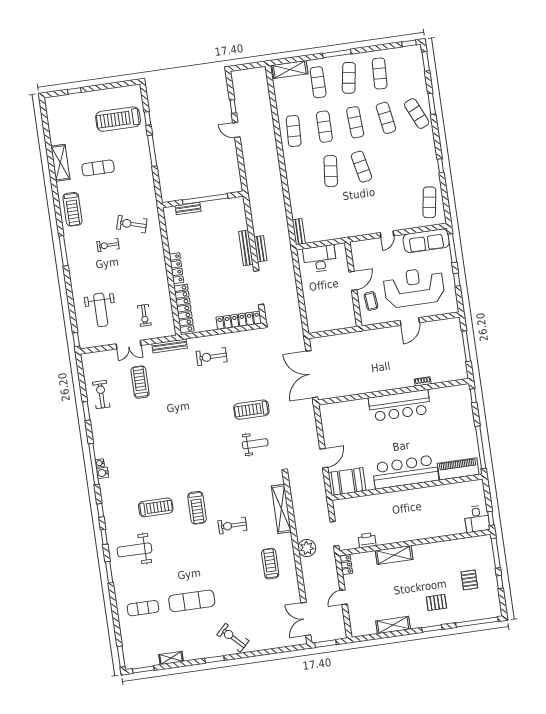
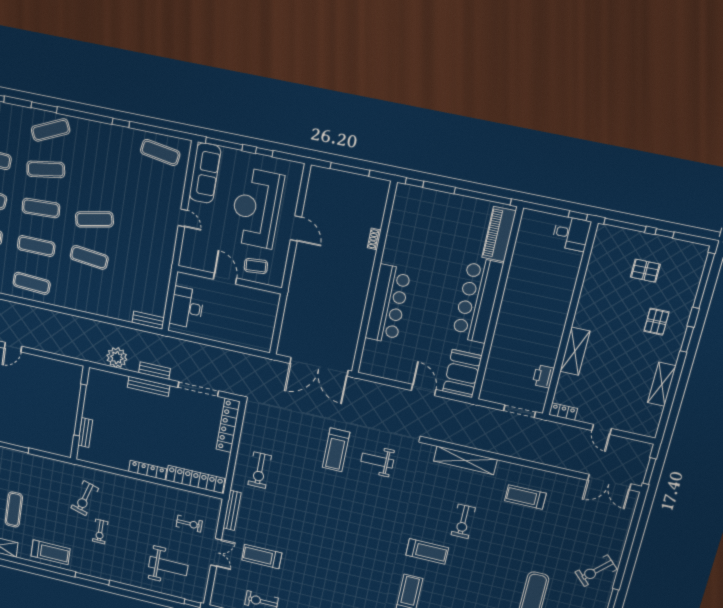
bar counter: (400, 405) -> (388, 304), moved
weight bench: (255, 444) -> (377, 461), turned -90
plant: (307, 548) -> (117, 358), moved

